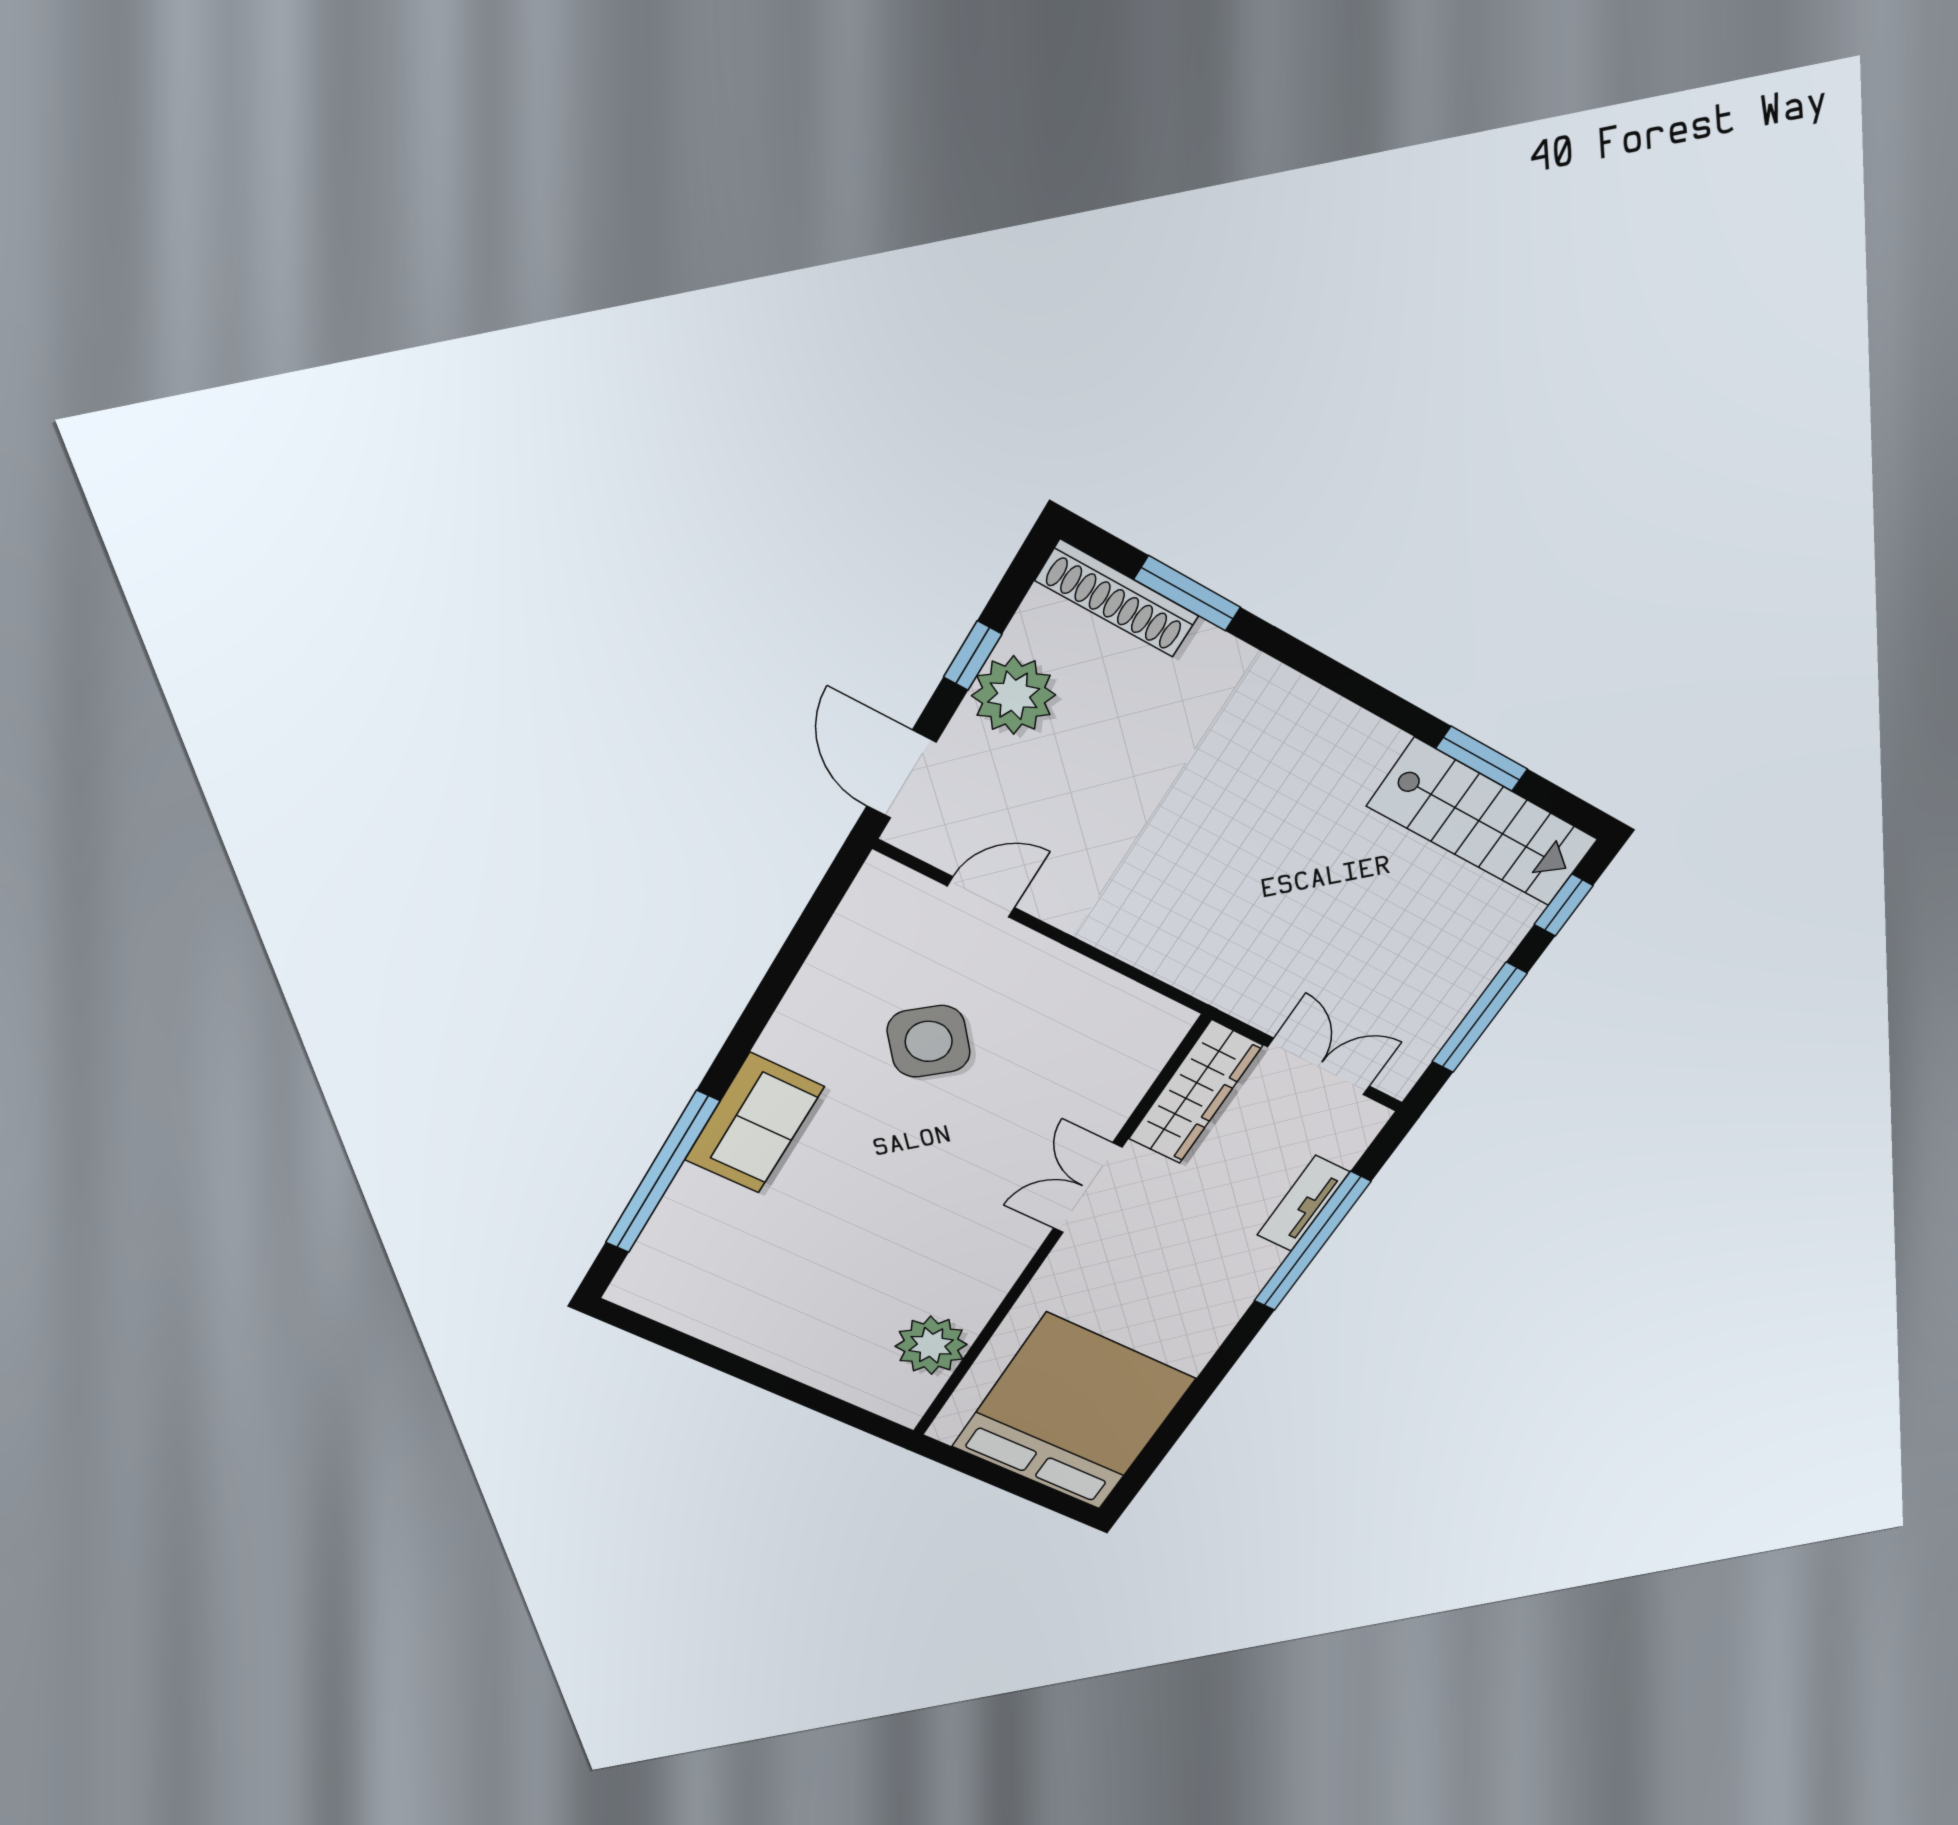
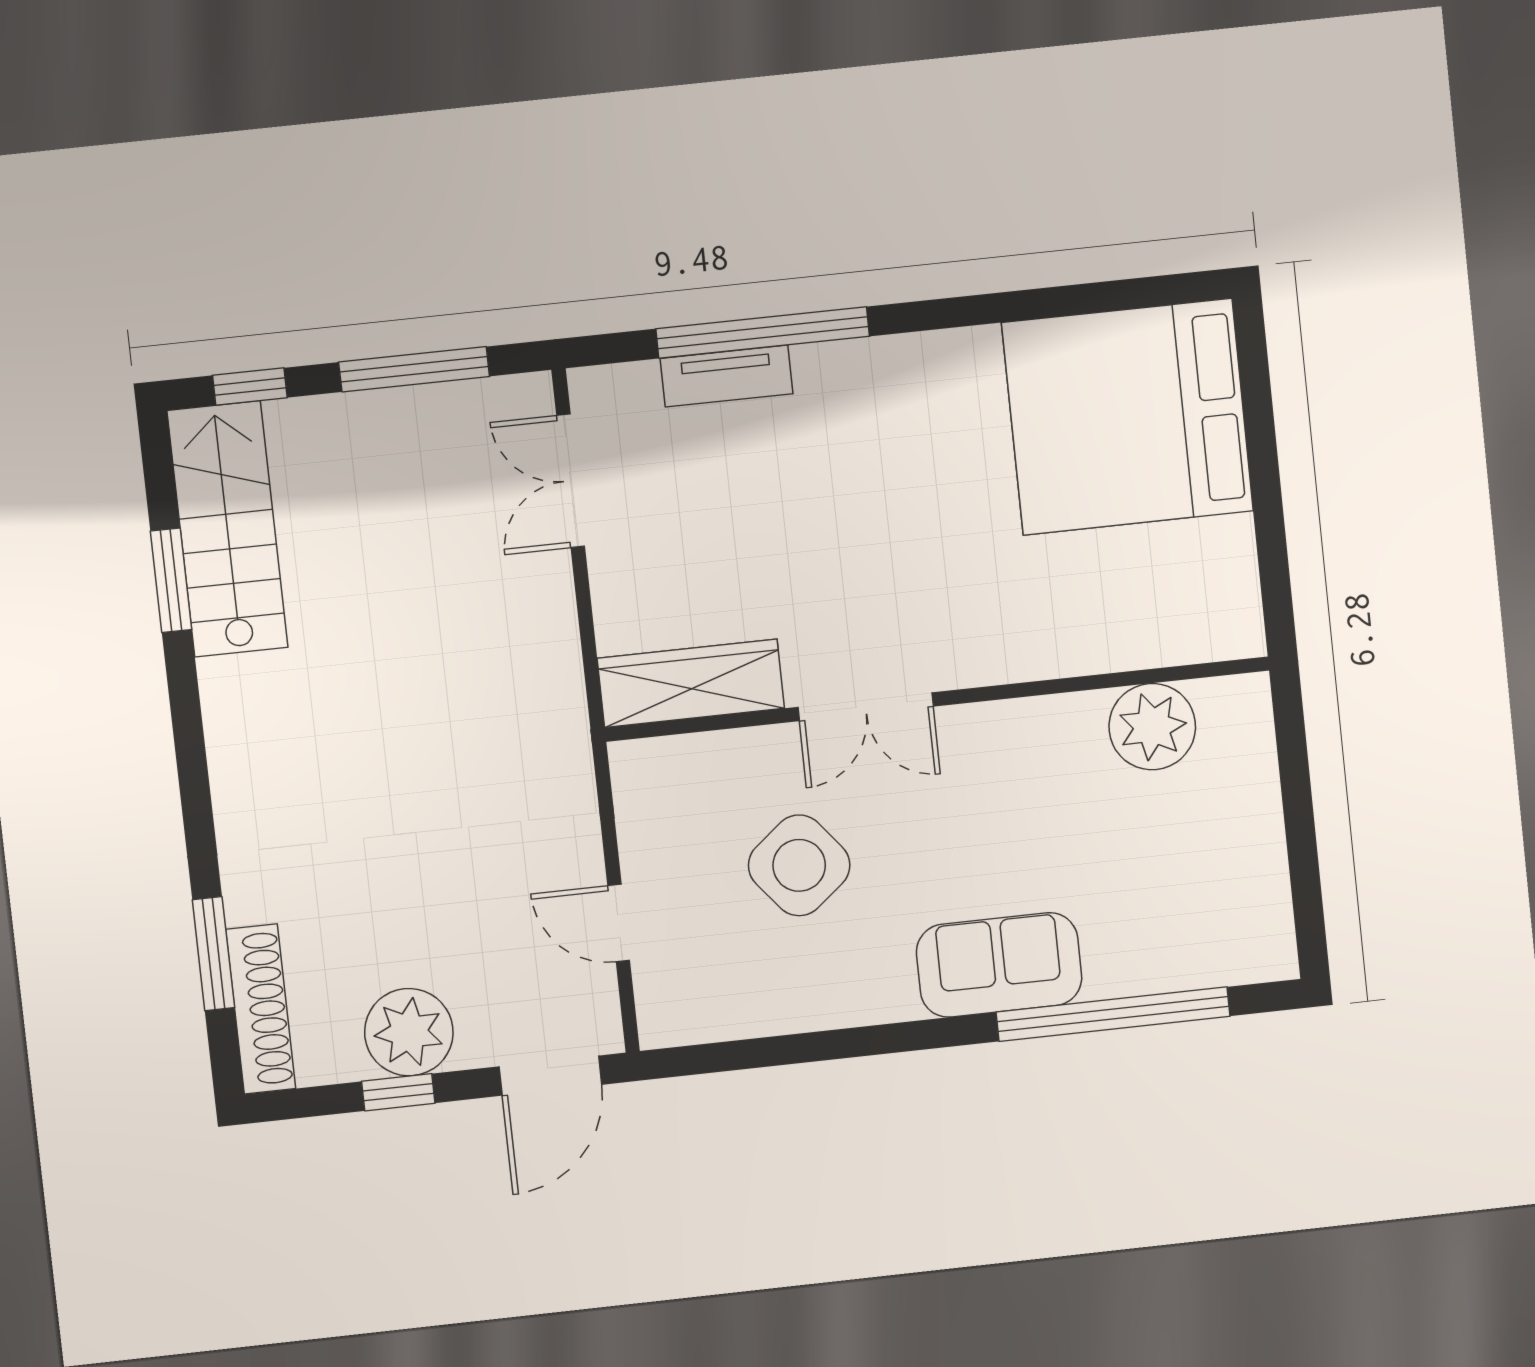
wardrobe: (1195, 1092) -> (691, 683), moved
double door: (1088, 1188) -> (866, 707), moved
wall: (1056, 1234) -> (938, 699), moved
plant: (931, 1345) -> (1152, 727), moved

